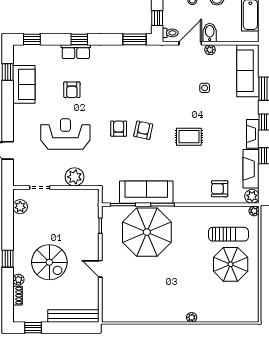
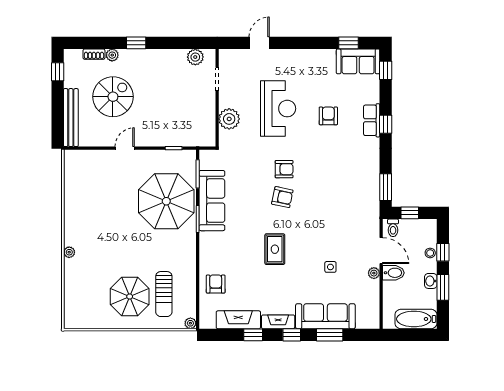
sofa: (248, 71) -> (325, 316), moved
sofa: (24, 84) -> (358, 61), moved
armchair: (72, 90) -> (328, 116), turned 90
plant: (252, 196) -> (207, 321), removed
spiral stairs: (49, 262) -> (113, 97), moved, turned 180

